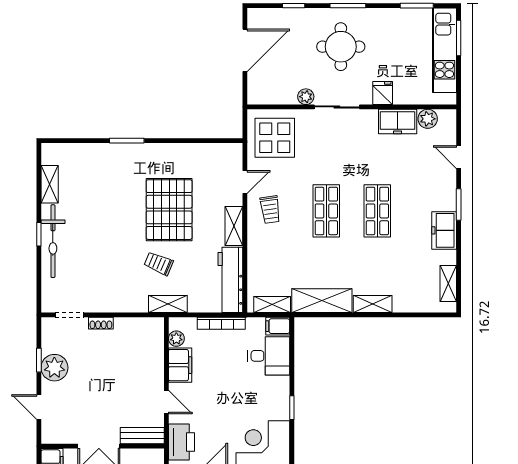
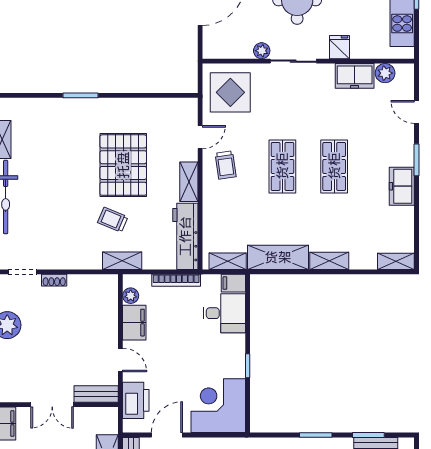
shelving: (448, 283) -> (396, 261), moved, turned 90

